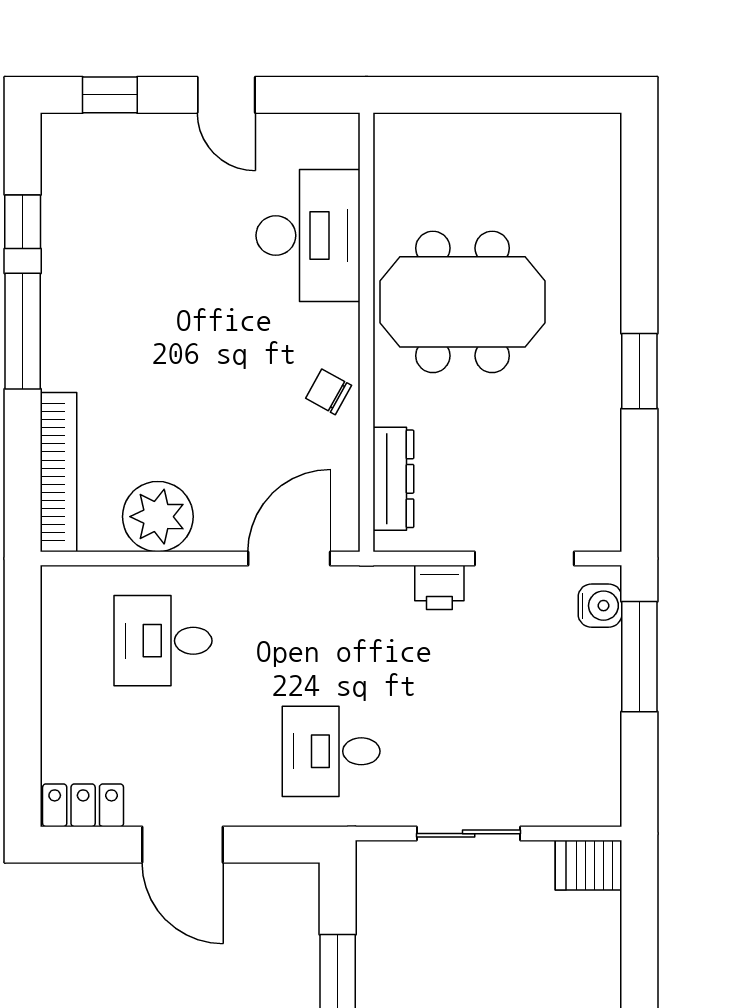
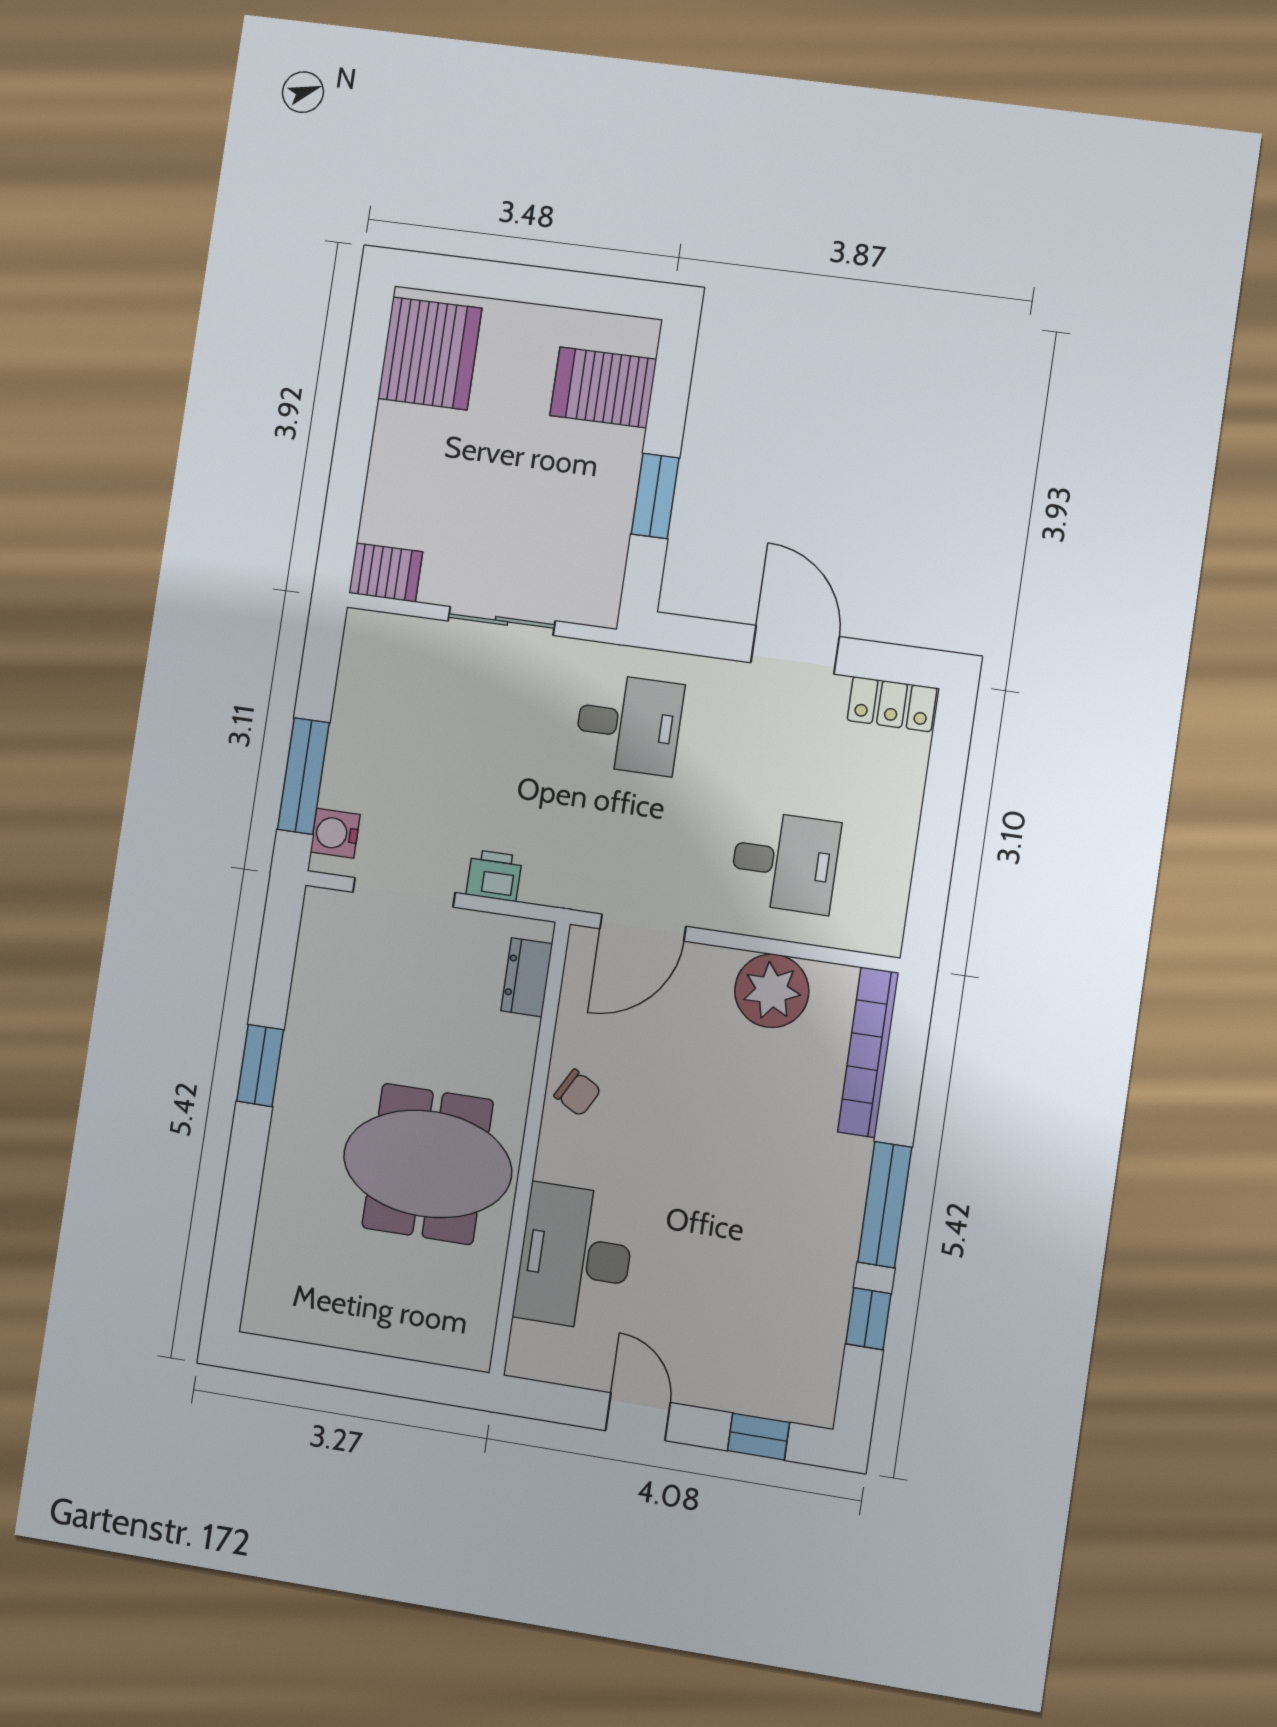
dresser: (393, 479) -> (527, 977), width x0.70

